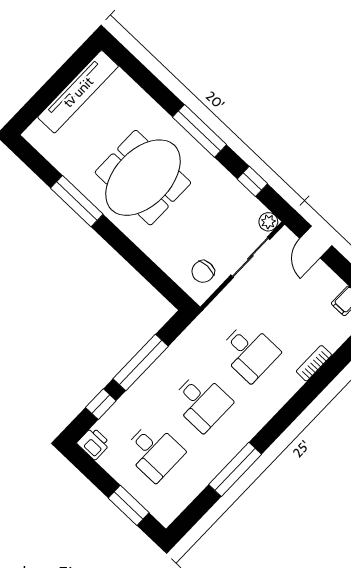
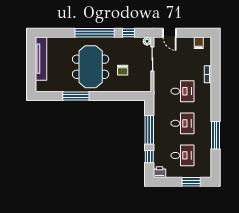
window: (199, 131) -> (95, 33), width x1.46
chair: (203, 272) -> (123, 70), moved

